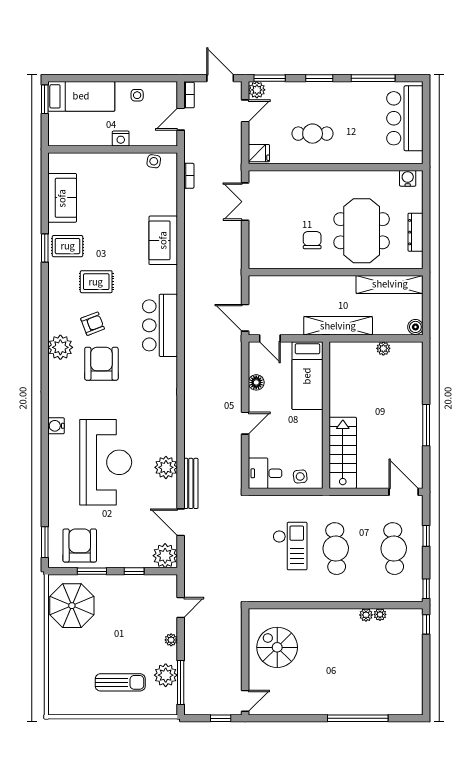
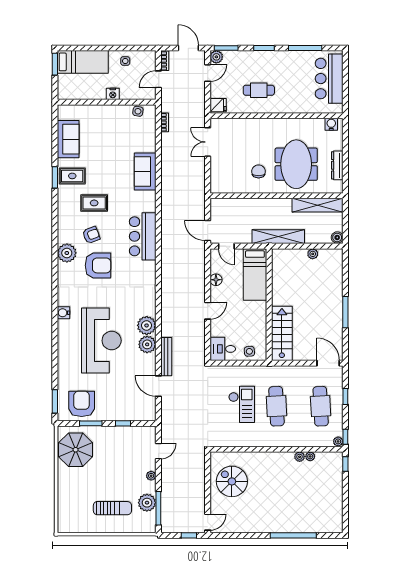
armchair: (101, 364) -> (98, 265), turned 90
plant: (165, 556) -> (147, 325), moved
plant: (417, 595) -> (338, 441), added

